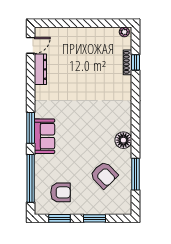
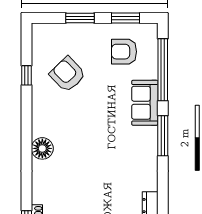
sofa: (44, 136) -> (145, 103), moved
floor lamp: (123, 140) -> (42, 148), moved
window: (136, 174) -> (27, 75), width x0.46

